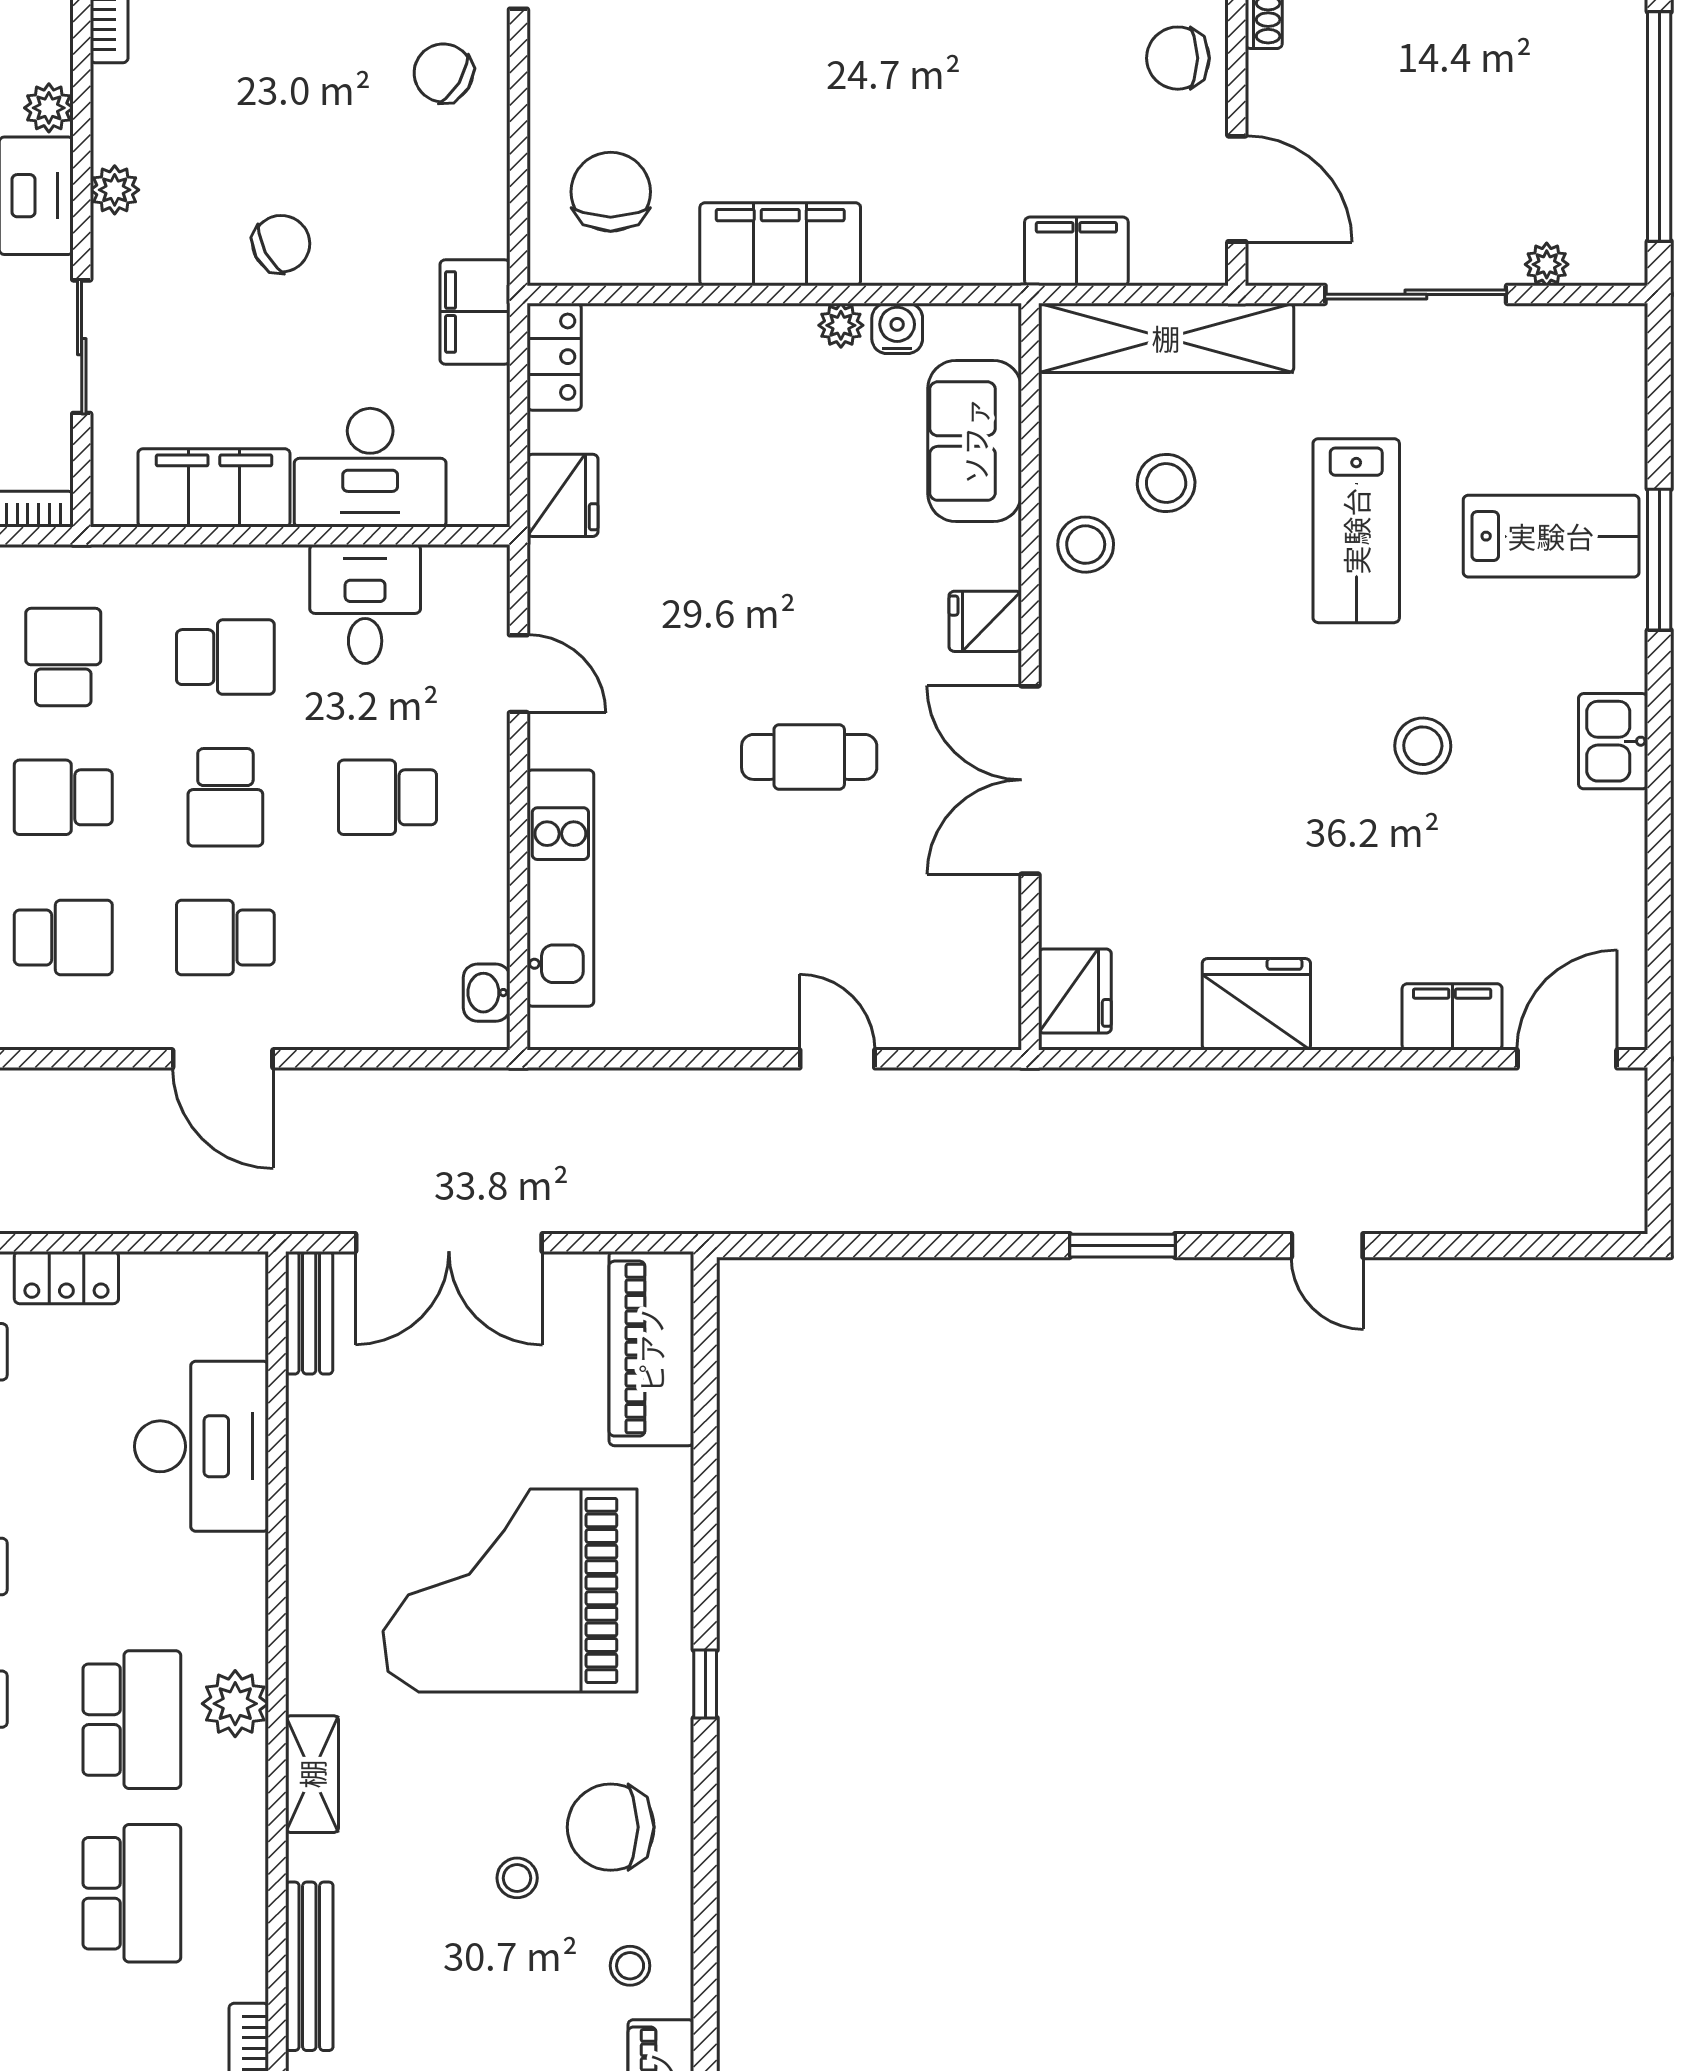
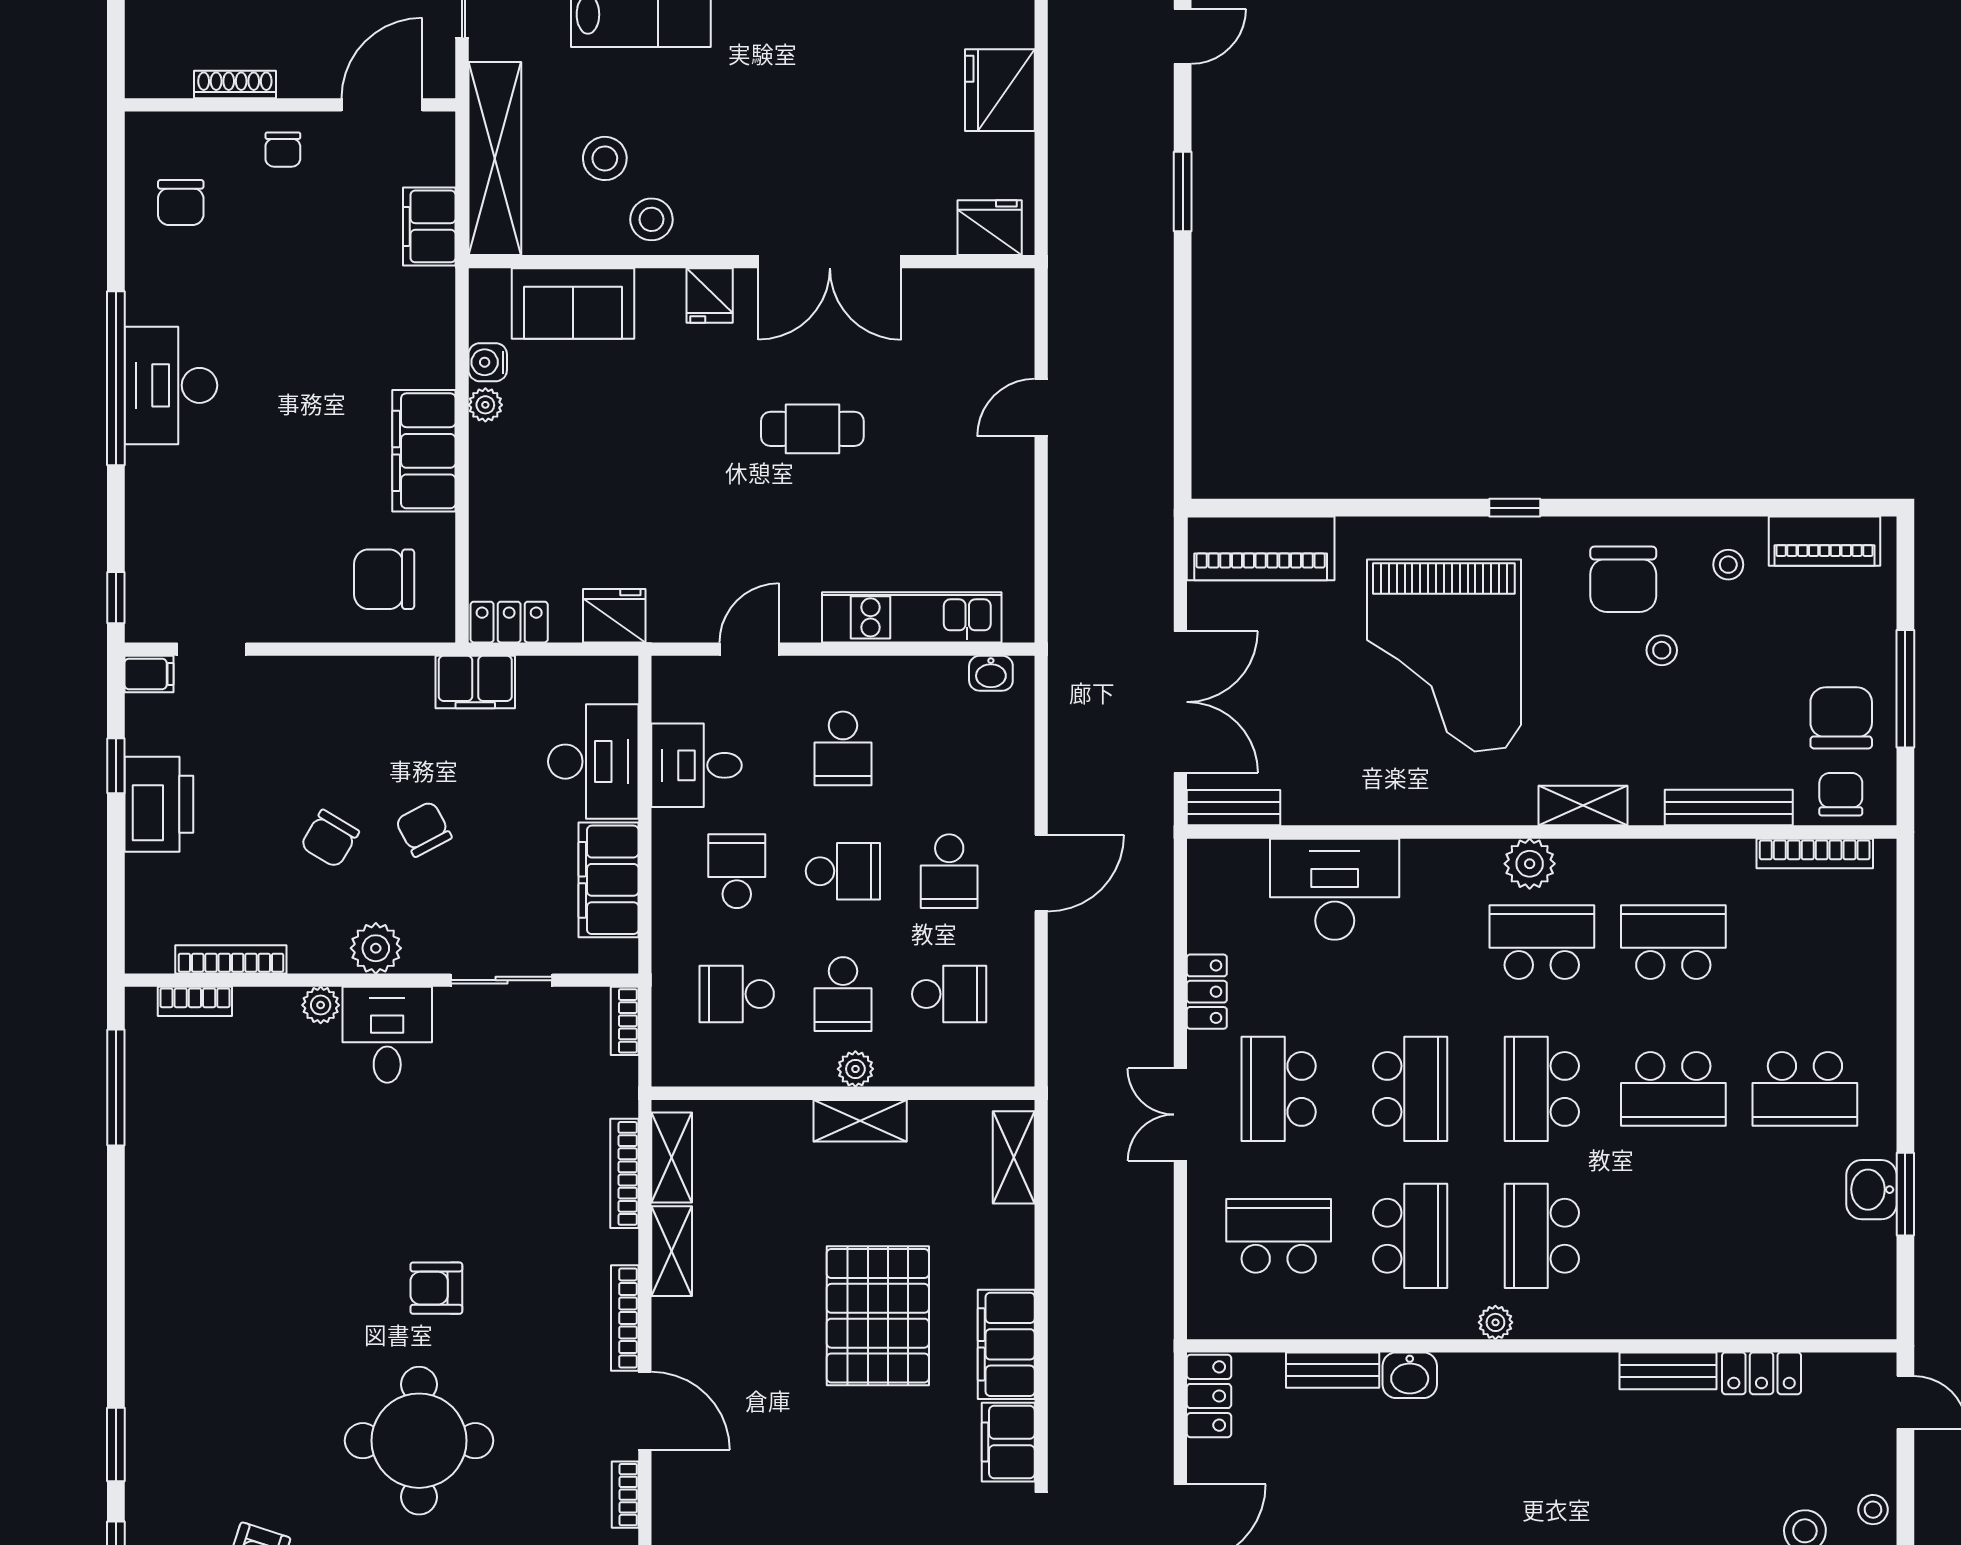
chair: (1178, 58) -> (283, 150), width x0.73, depth x0.73
chair: (443, 73) -> (330, 839), moved
plant: (115, 190) -> (376, 948), width x1.38, depth x1.38
cafe table: (809, 757) -> (812, 429), turned 90
school desk: (63, 937) -> (949, 994), turned 90

